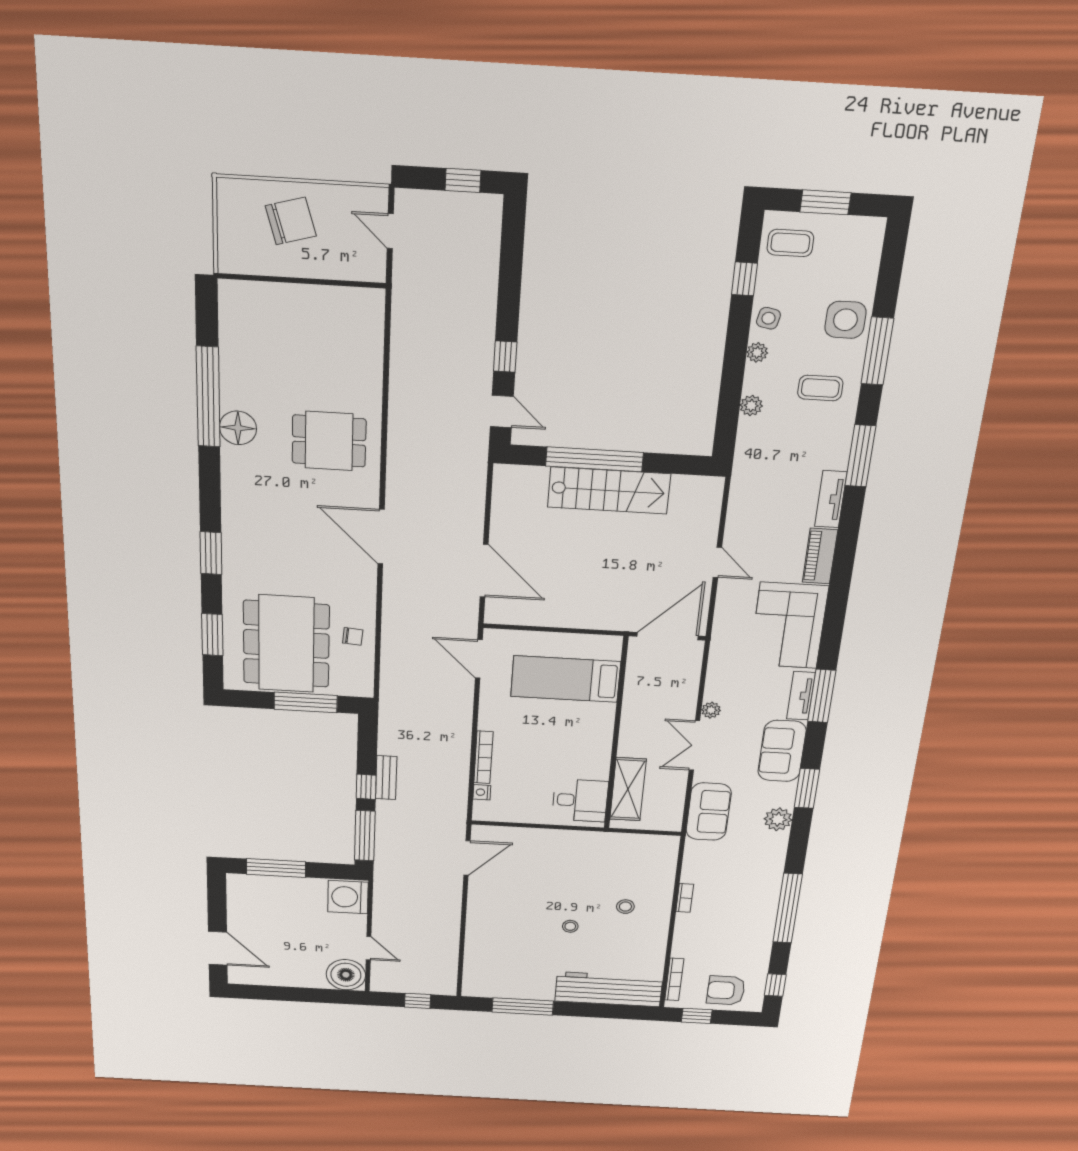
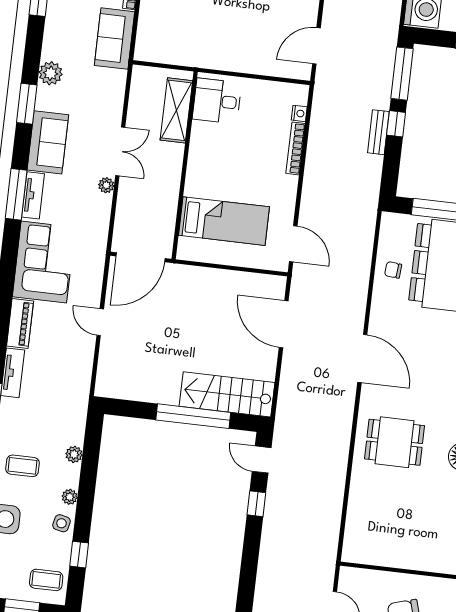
stairs: (609, 490) -> (227, 394), moved
sofa: (709, 812) -> (114, 39), moved

